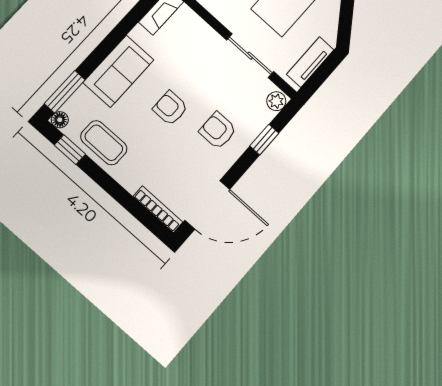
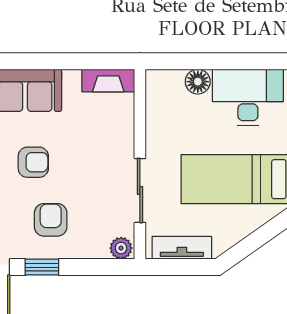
armchair: (170, 108) -> (33, 162), turned 90
window: (264, 140) -> (42, 267), moved

